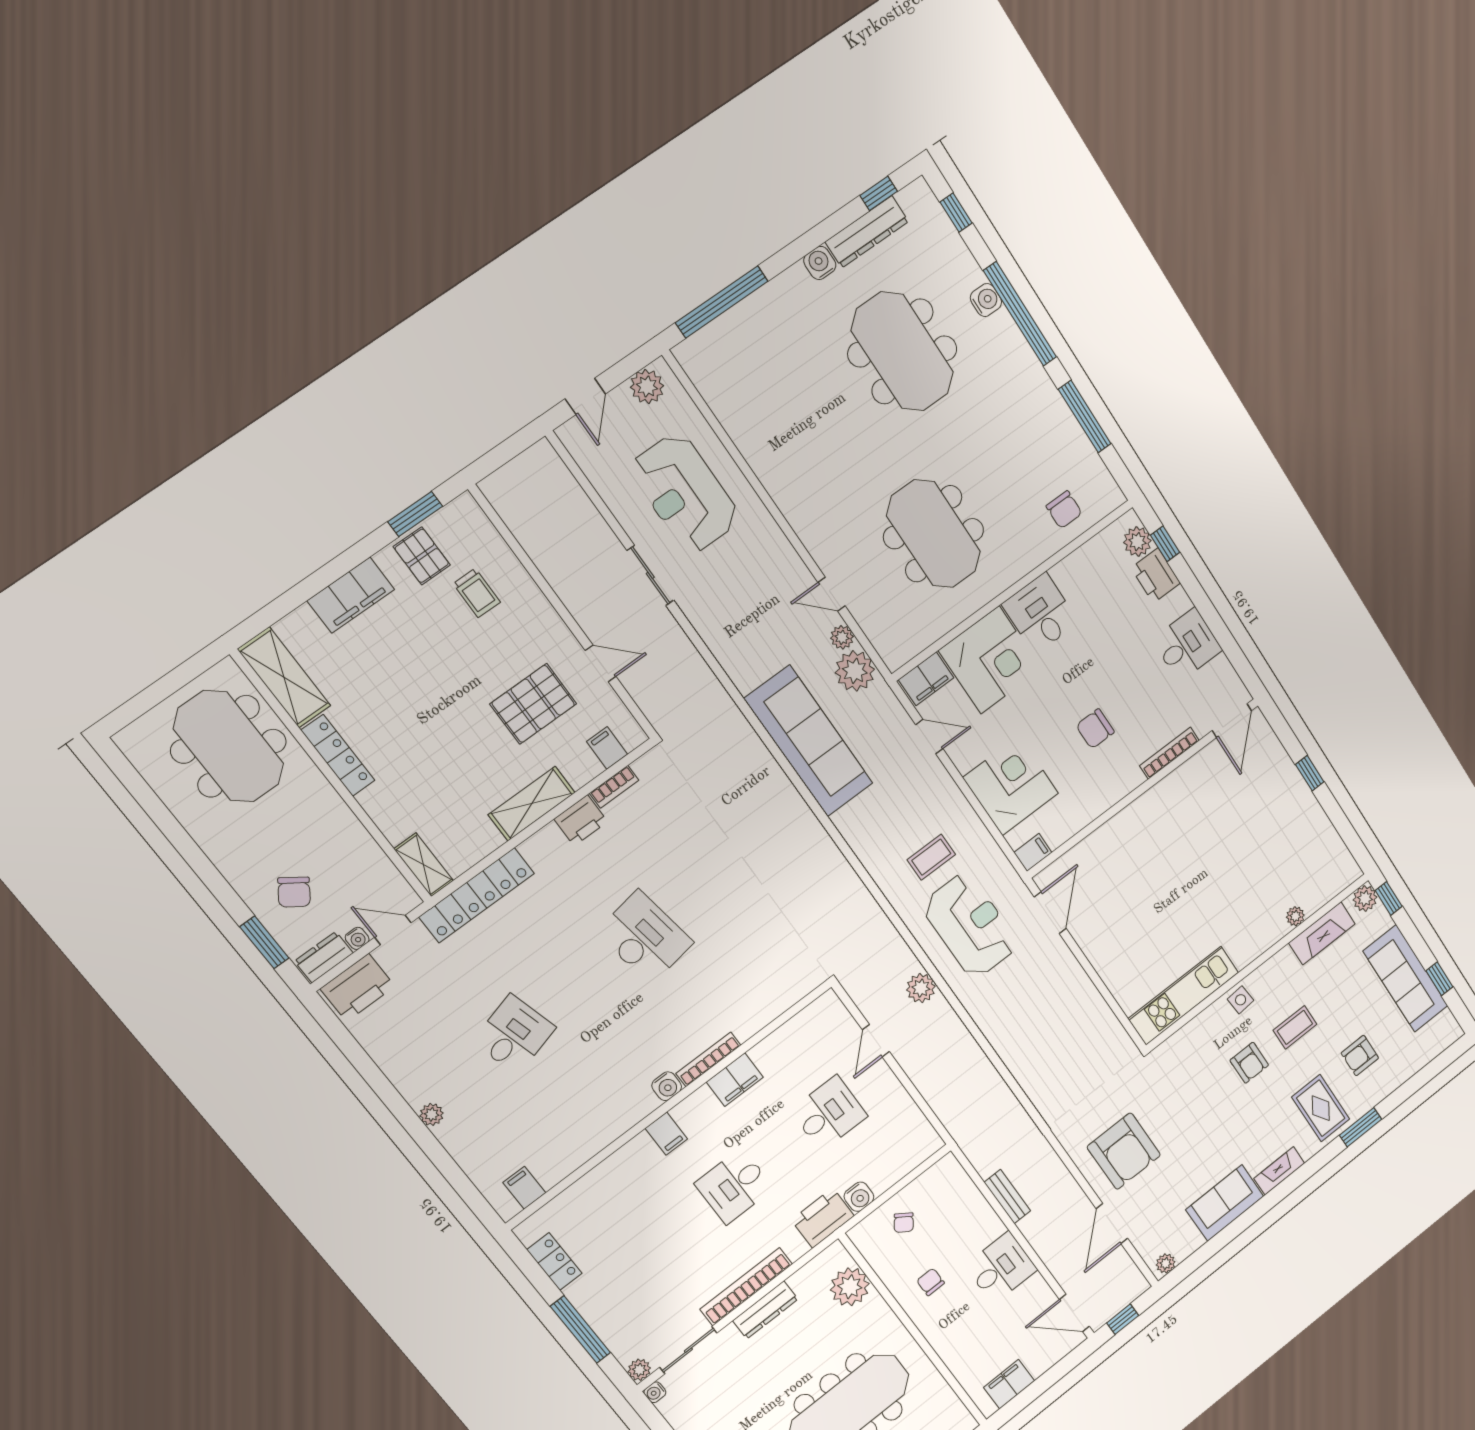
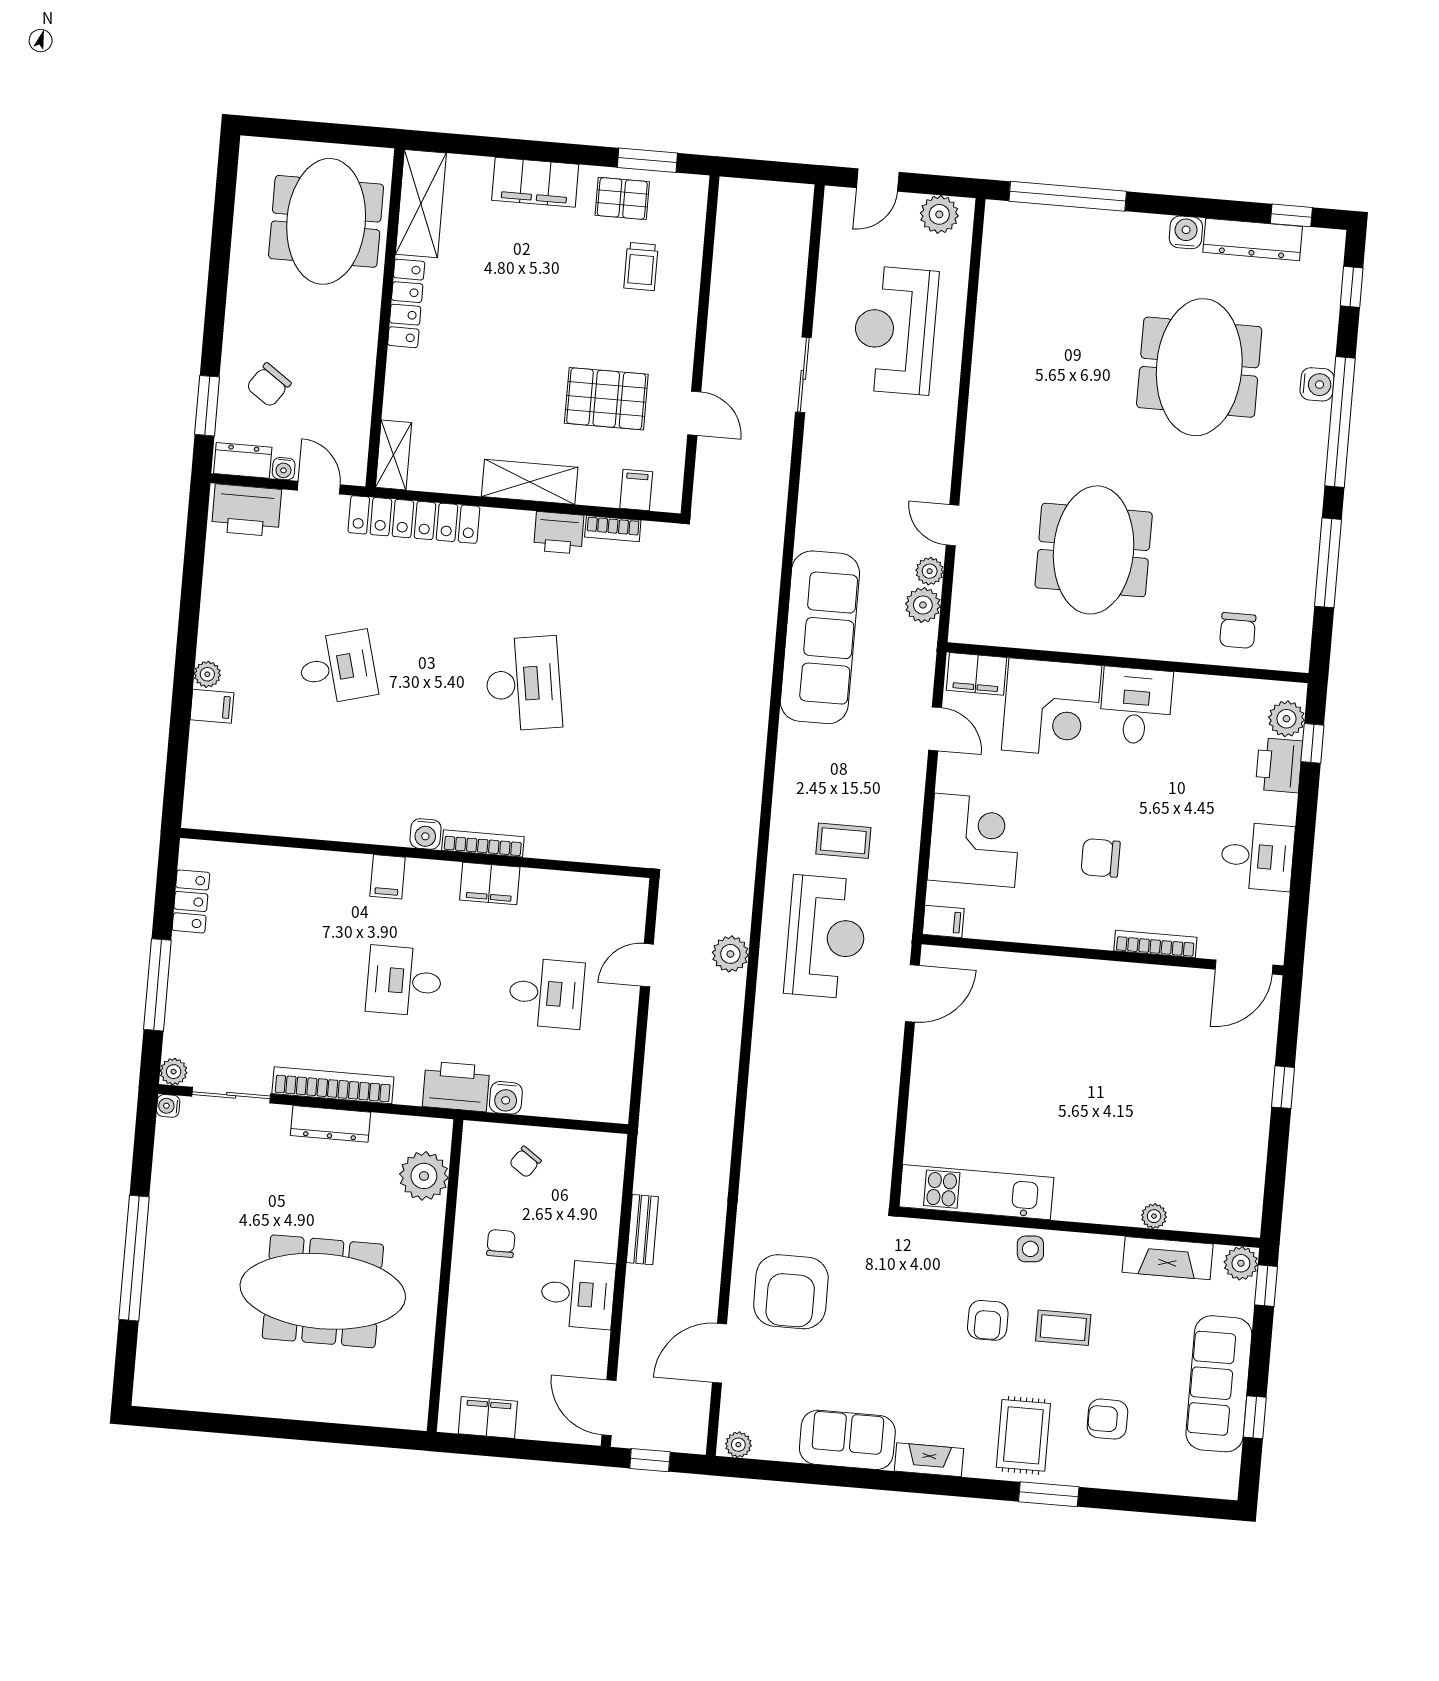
pallet: (422, 556) -> (622, 198), turned 90
plant: (855, 671) -> (923, 605), width x0.73, depth x0.73
filing cabinet: (524, 1188) -> (212, 706), moved, turned 90

